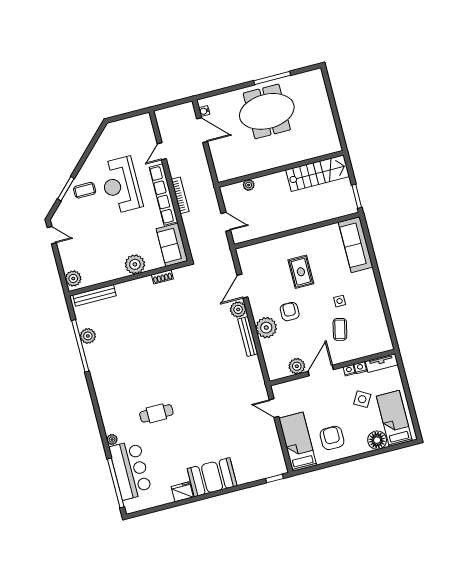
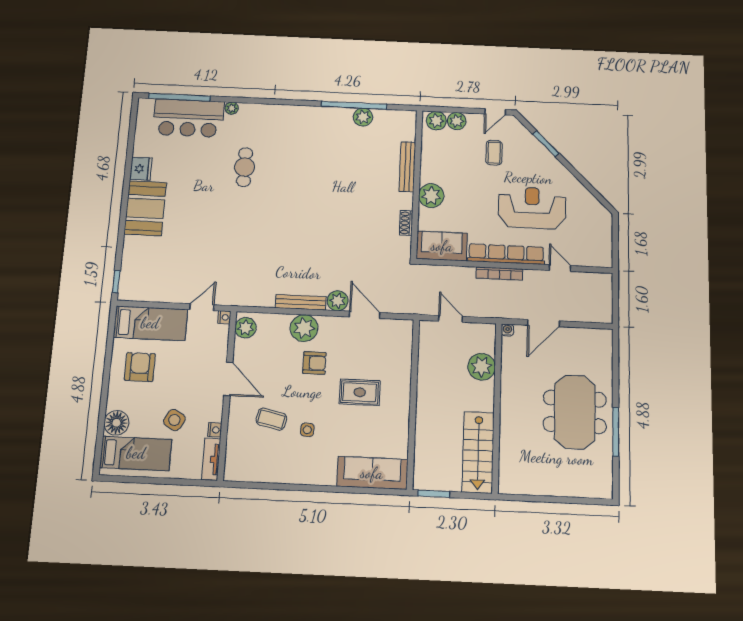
water cooler: (204, 111) -> (507, 330), moved
door: (202, 130) -> (544, 323), moved
plant: (249, 185) -> (482, 367), width x1.88, depth x1.88
coffee table: (85, 190) -> (494, 153), moved
door: (226, 222) -> (451, 319), swing flipped
plant: (69, 263) -> (457, 121), added
bench: (94, 295) -> (407, 167), moved
plant: (297, 366) -> (246, 328), moved
nightstand: (349, 370) -> (224, 317), moved
armchair: (332, 438) -> (140, 367), turned -90

